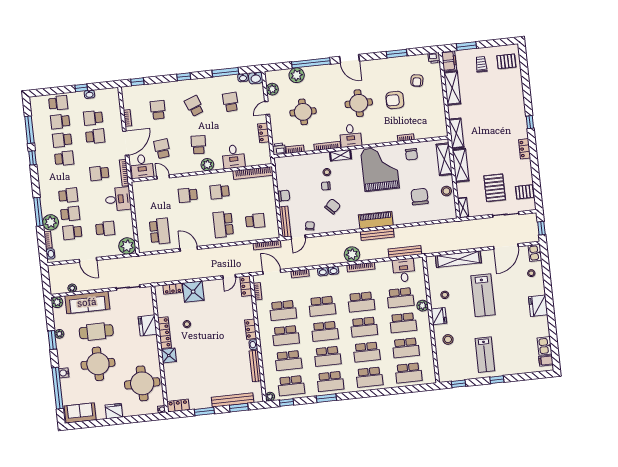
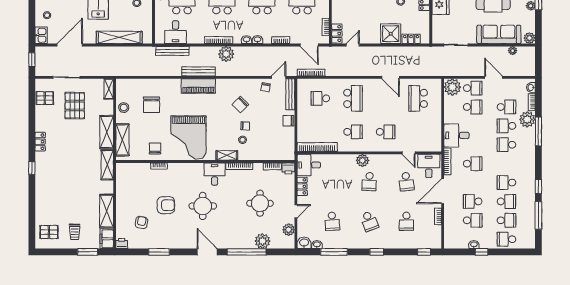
desk: (233, 157) -> (309, 165), moved, turned -90
school desk: (105, 229) -> (473, 107), turned 180
school desk: (107, 247) -> (473, 88), added

